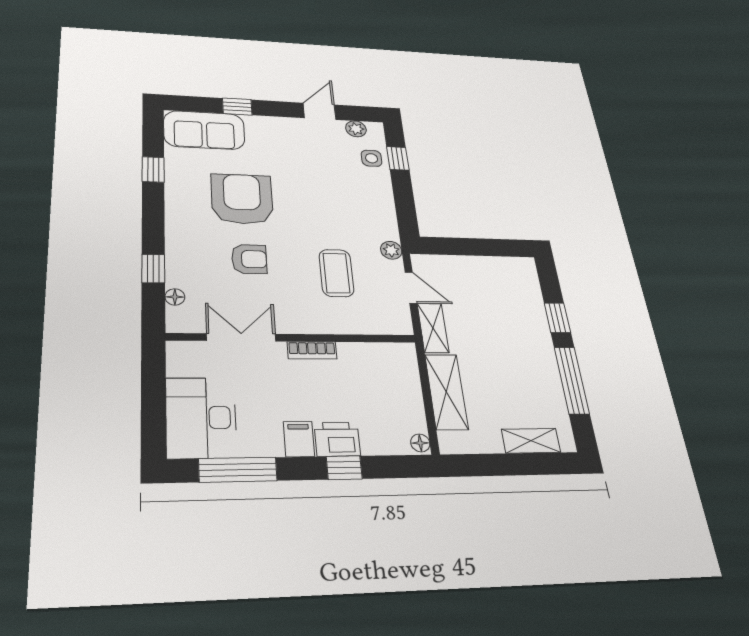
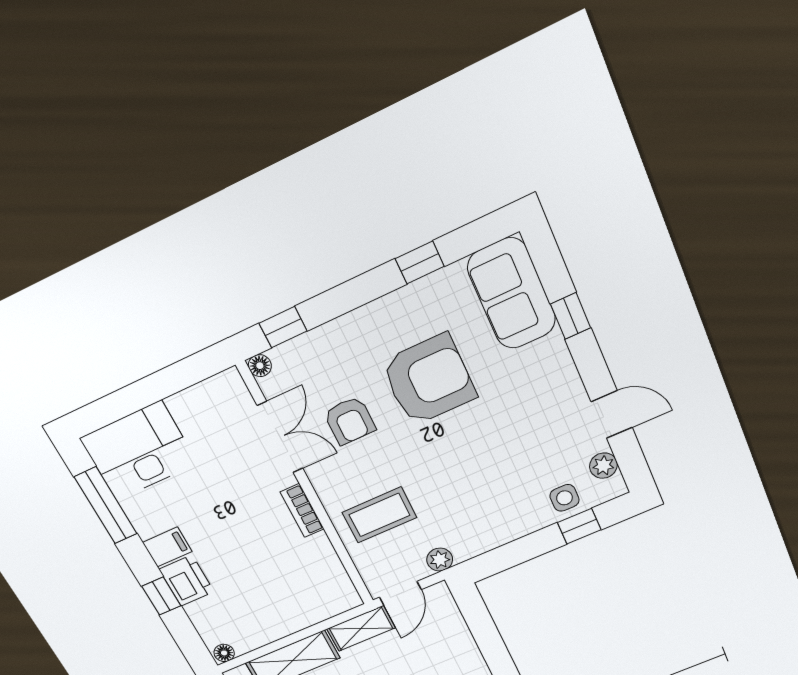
double door: (241, 337) -> (280, 437), moved
wall: (293, 338) -> (307, 487), moved
bookcase: (312, 350) -> (302, 511), moved

